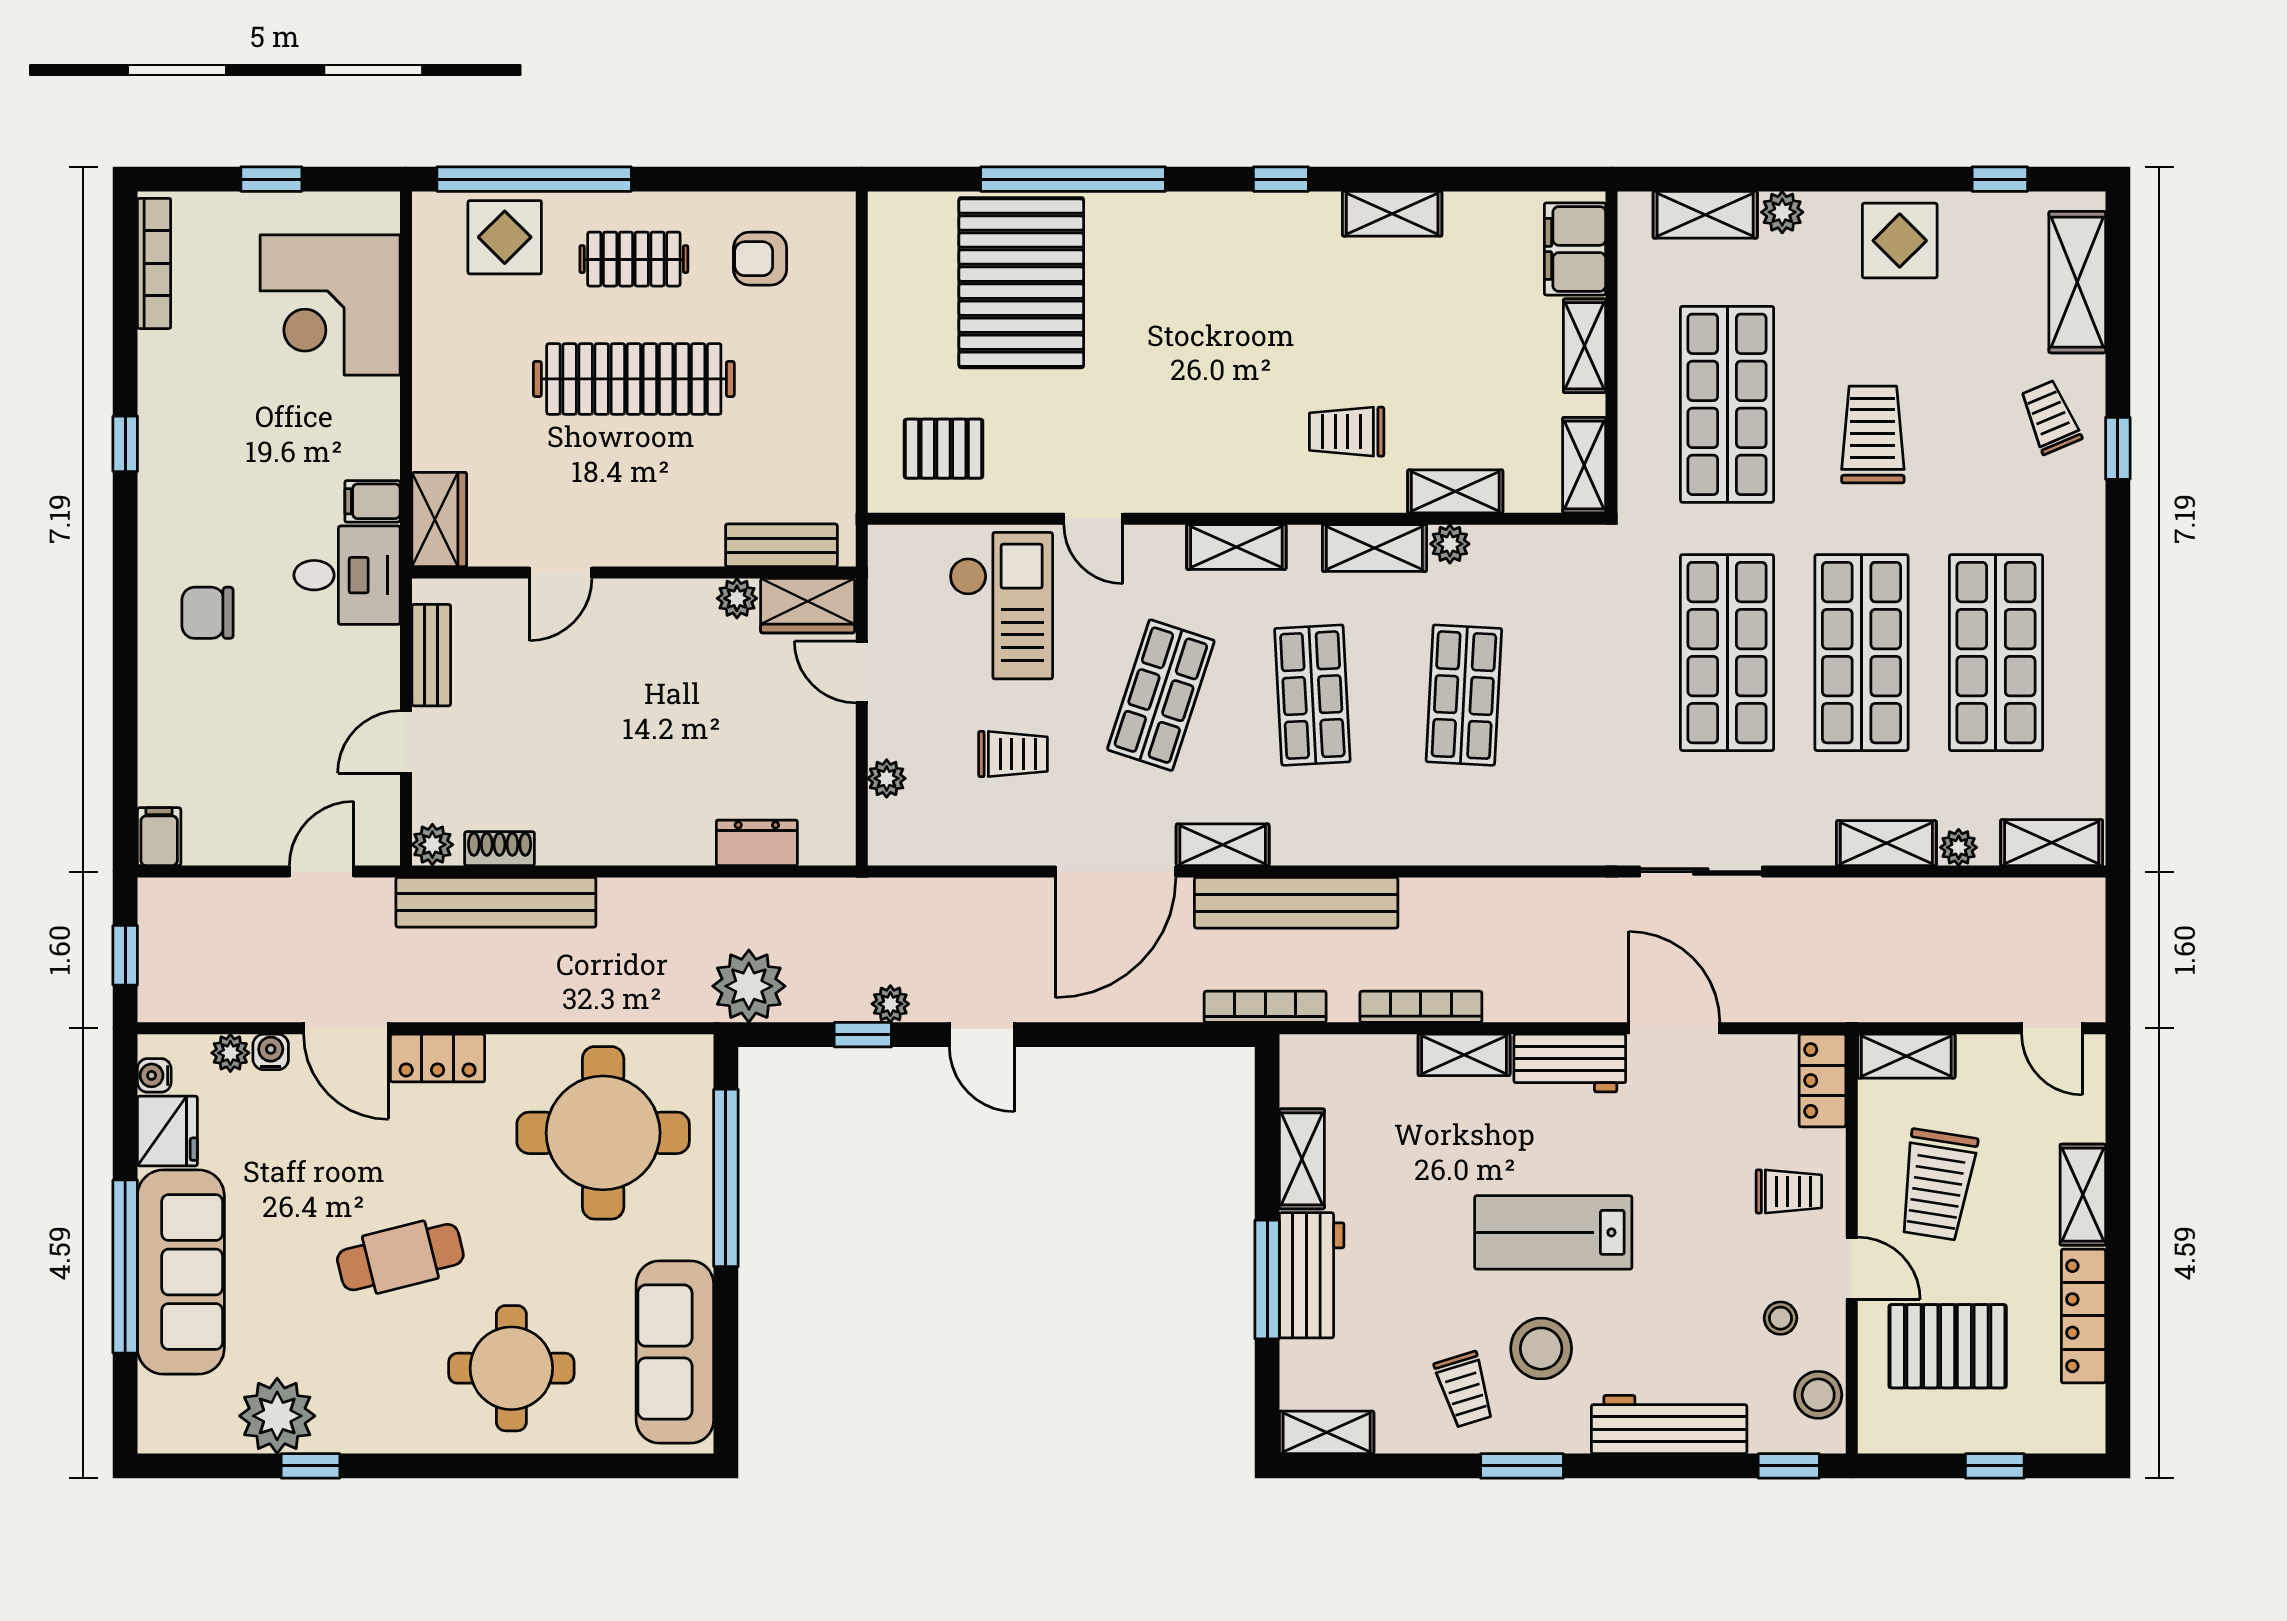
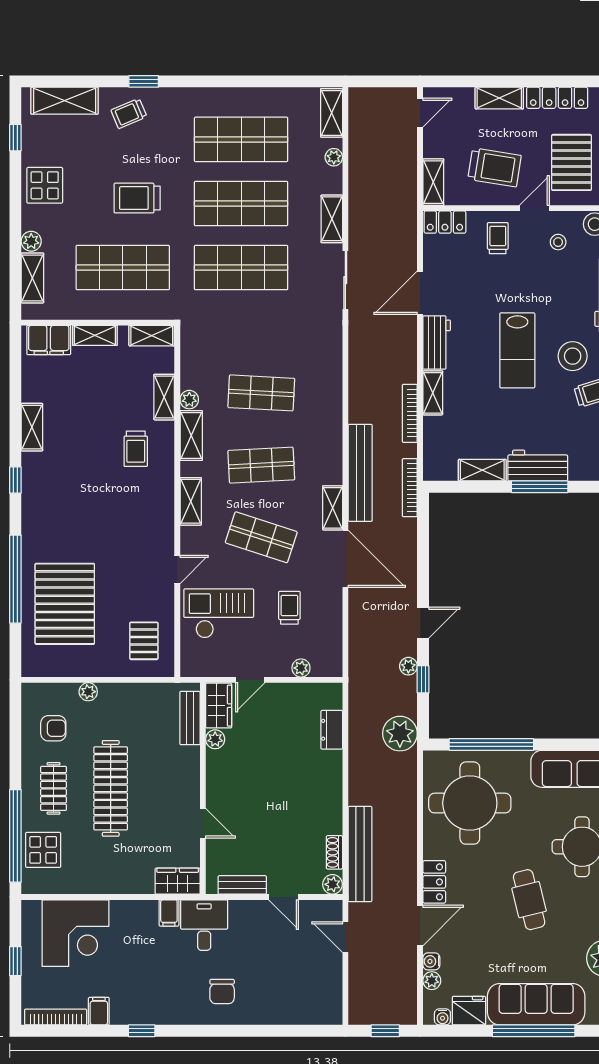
armchair: (760, 259) -> (53, 728), turned -90
pallet: (1021, 283) -> (65, 604), turned 90
plant: (837, 332) -> (88, 692), added
filing cabinet: (159, 837) -> (99, 1011), moved, turned 90
shelving: (1886, 843) -> (332, 219), moved

